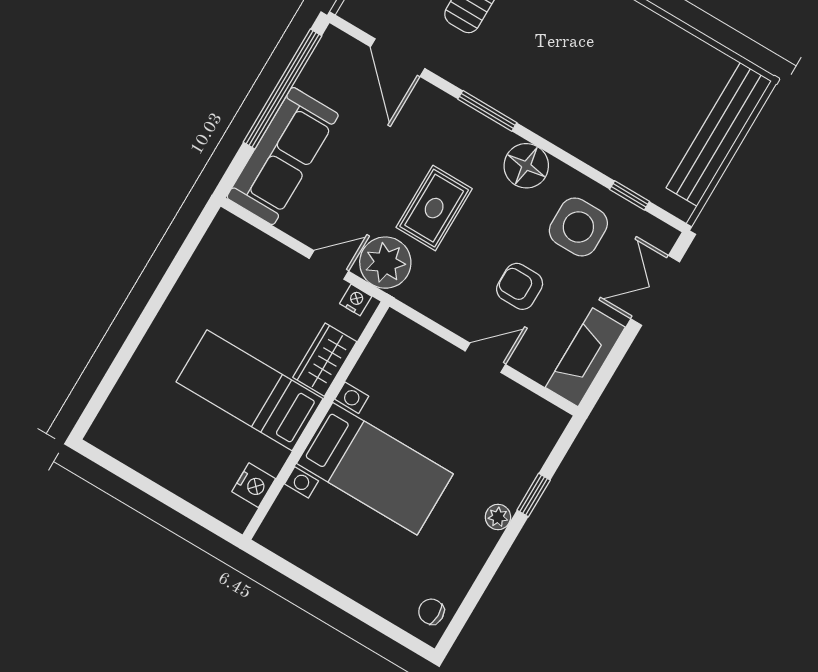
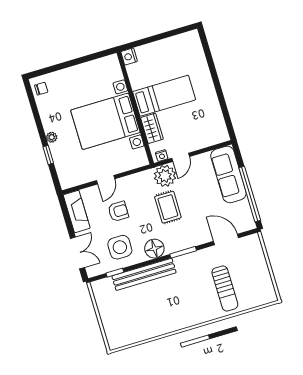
bench: (719, 134) -> (144, 274), moved, turned 90
bed with nightstands: (375, 469) -> (105, 121), width x1.36
nightstand: (254, 485) -> (129, 57), moved

